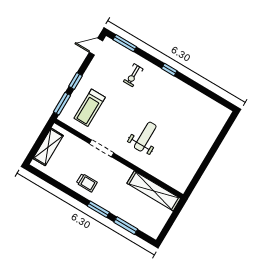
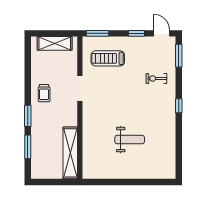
window: (75, 81) -> (136, 33), moved
weight bench: (145, 137) -> (130, 140), moved

